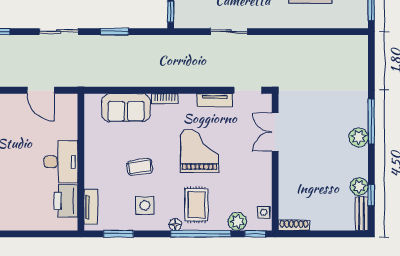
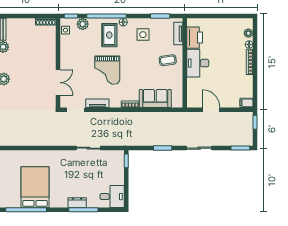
coffee table: (140, 167) -> (168, 60), moved

